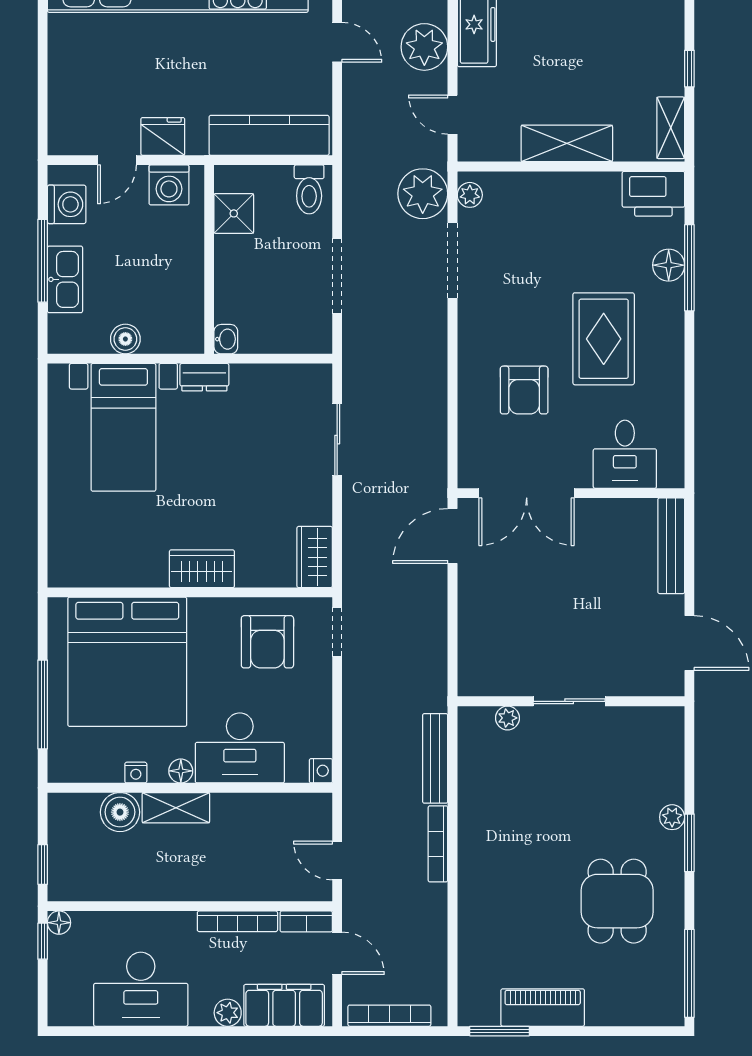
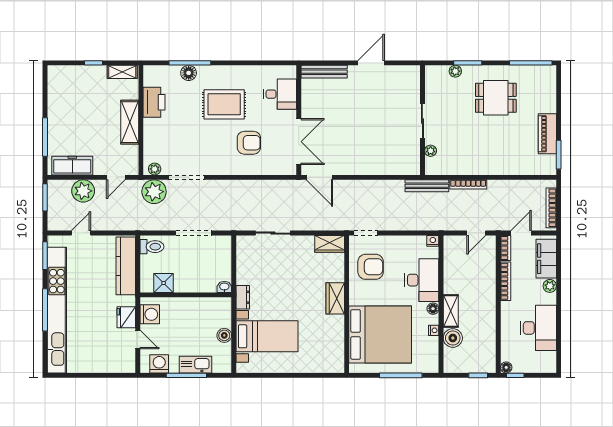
printer: (653, 194) -> (154, 102), moved
sliding door: (569, 701) -> (422, 121), moved
wall: (571, 701) -> (422, 120), moved
plant: (508, 718) -> (431, 151), moved

